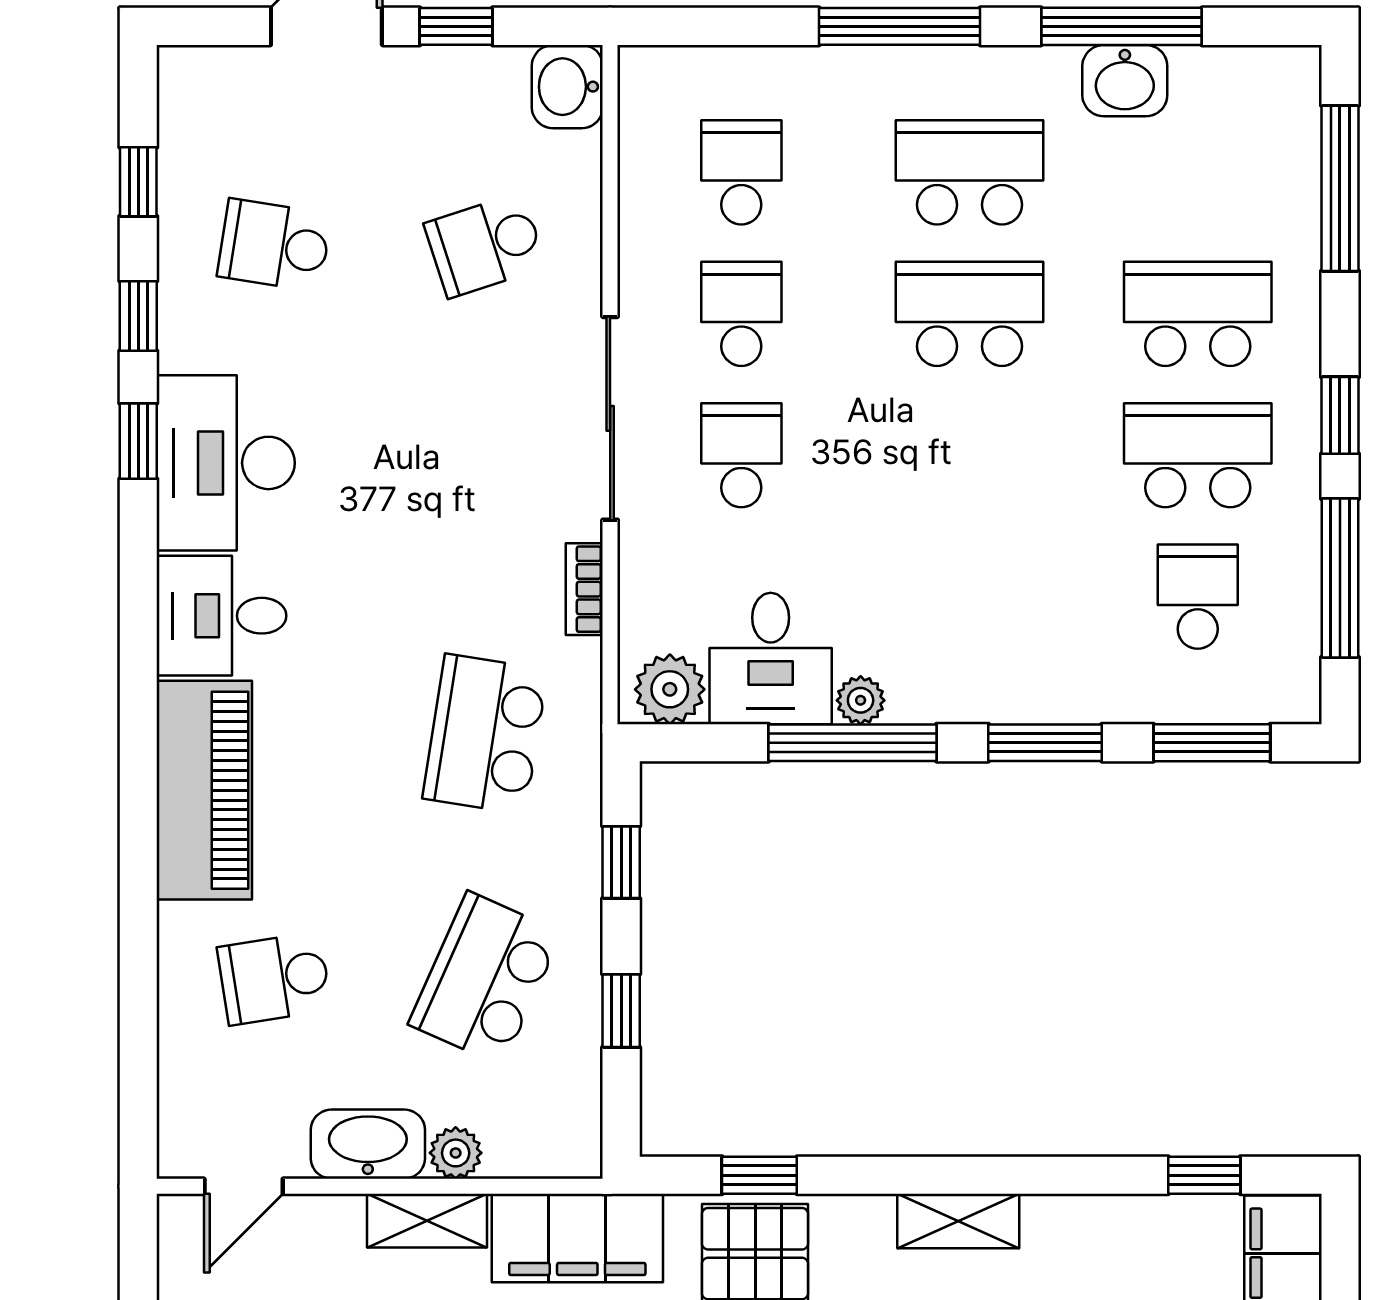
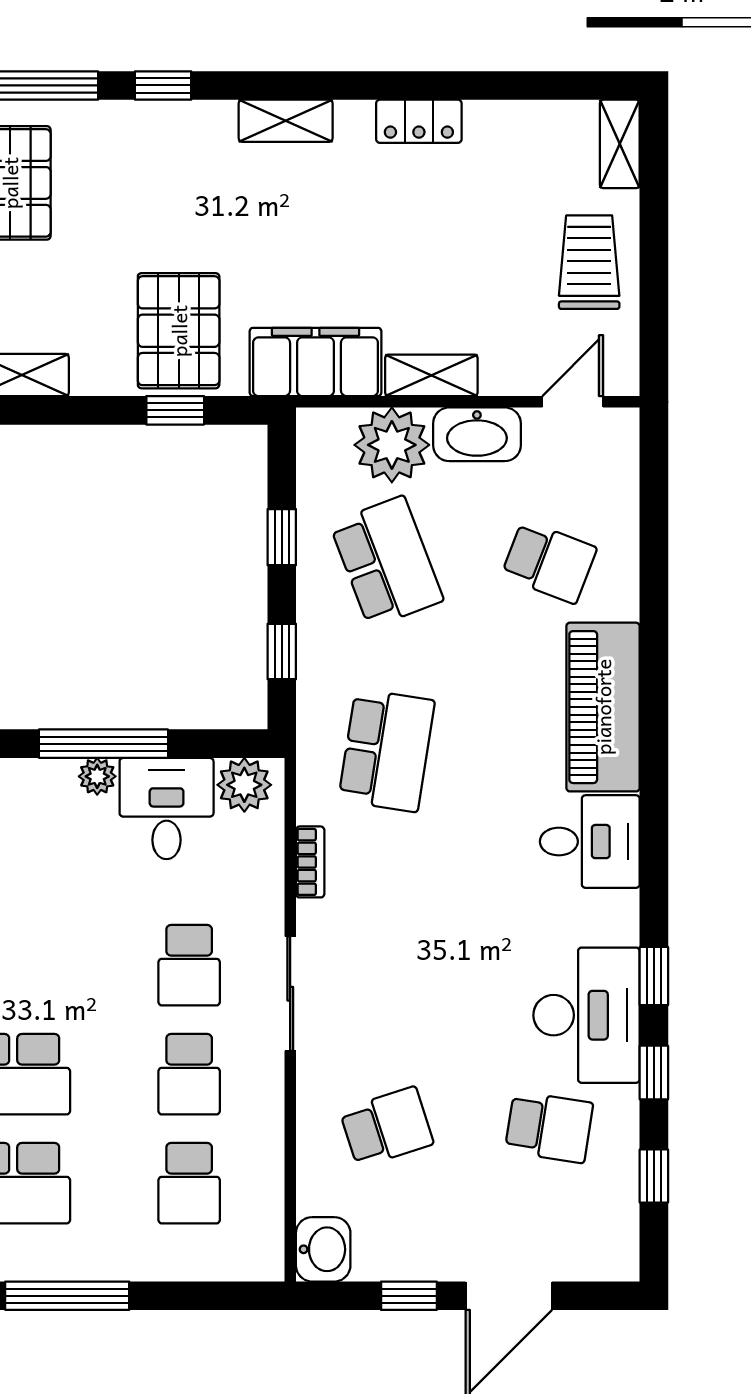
sliding door: (610, 418) -> (290, 994), width x0.73
desk: (226, 463) -> (587, 1015), moved
school desk: (274, 978) -> (549, 562), turned 30
school desk: (485, 978) -> (387, 562), turned -45
plant: (456, 1153) -> (392, 445), width x1.87, depth x1.87

